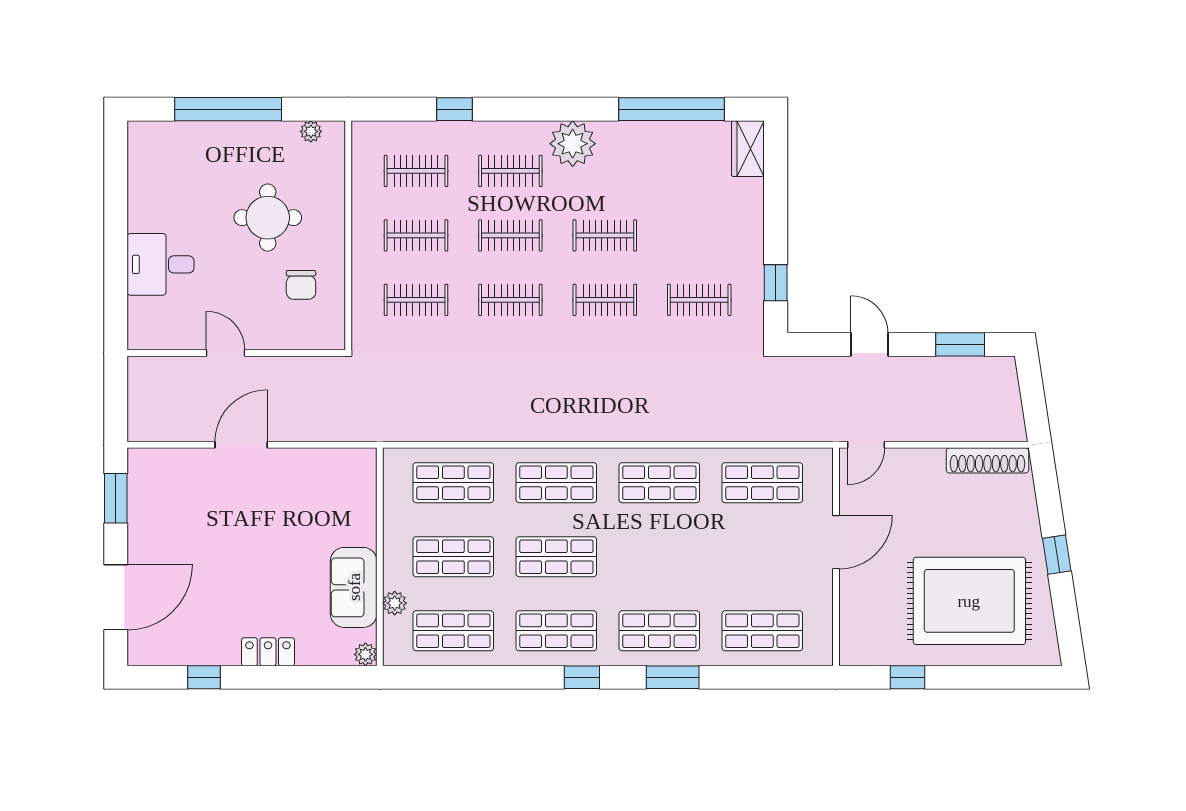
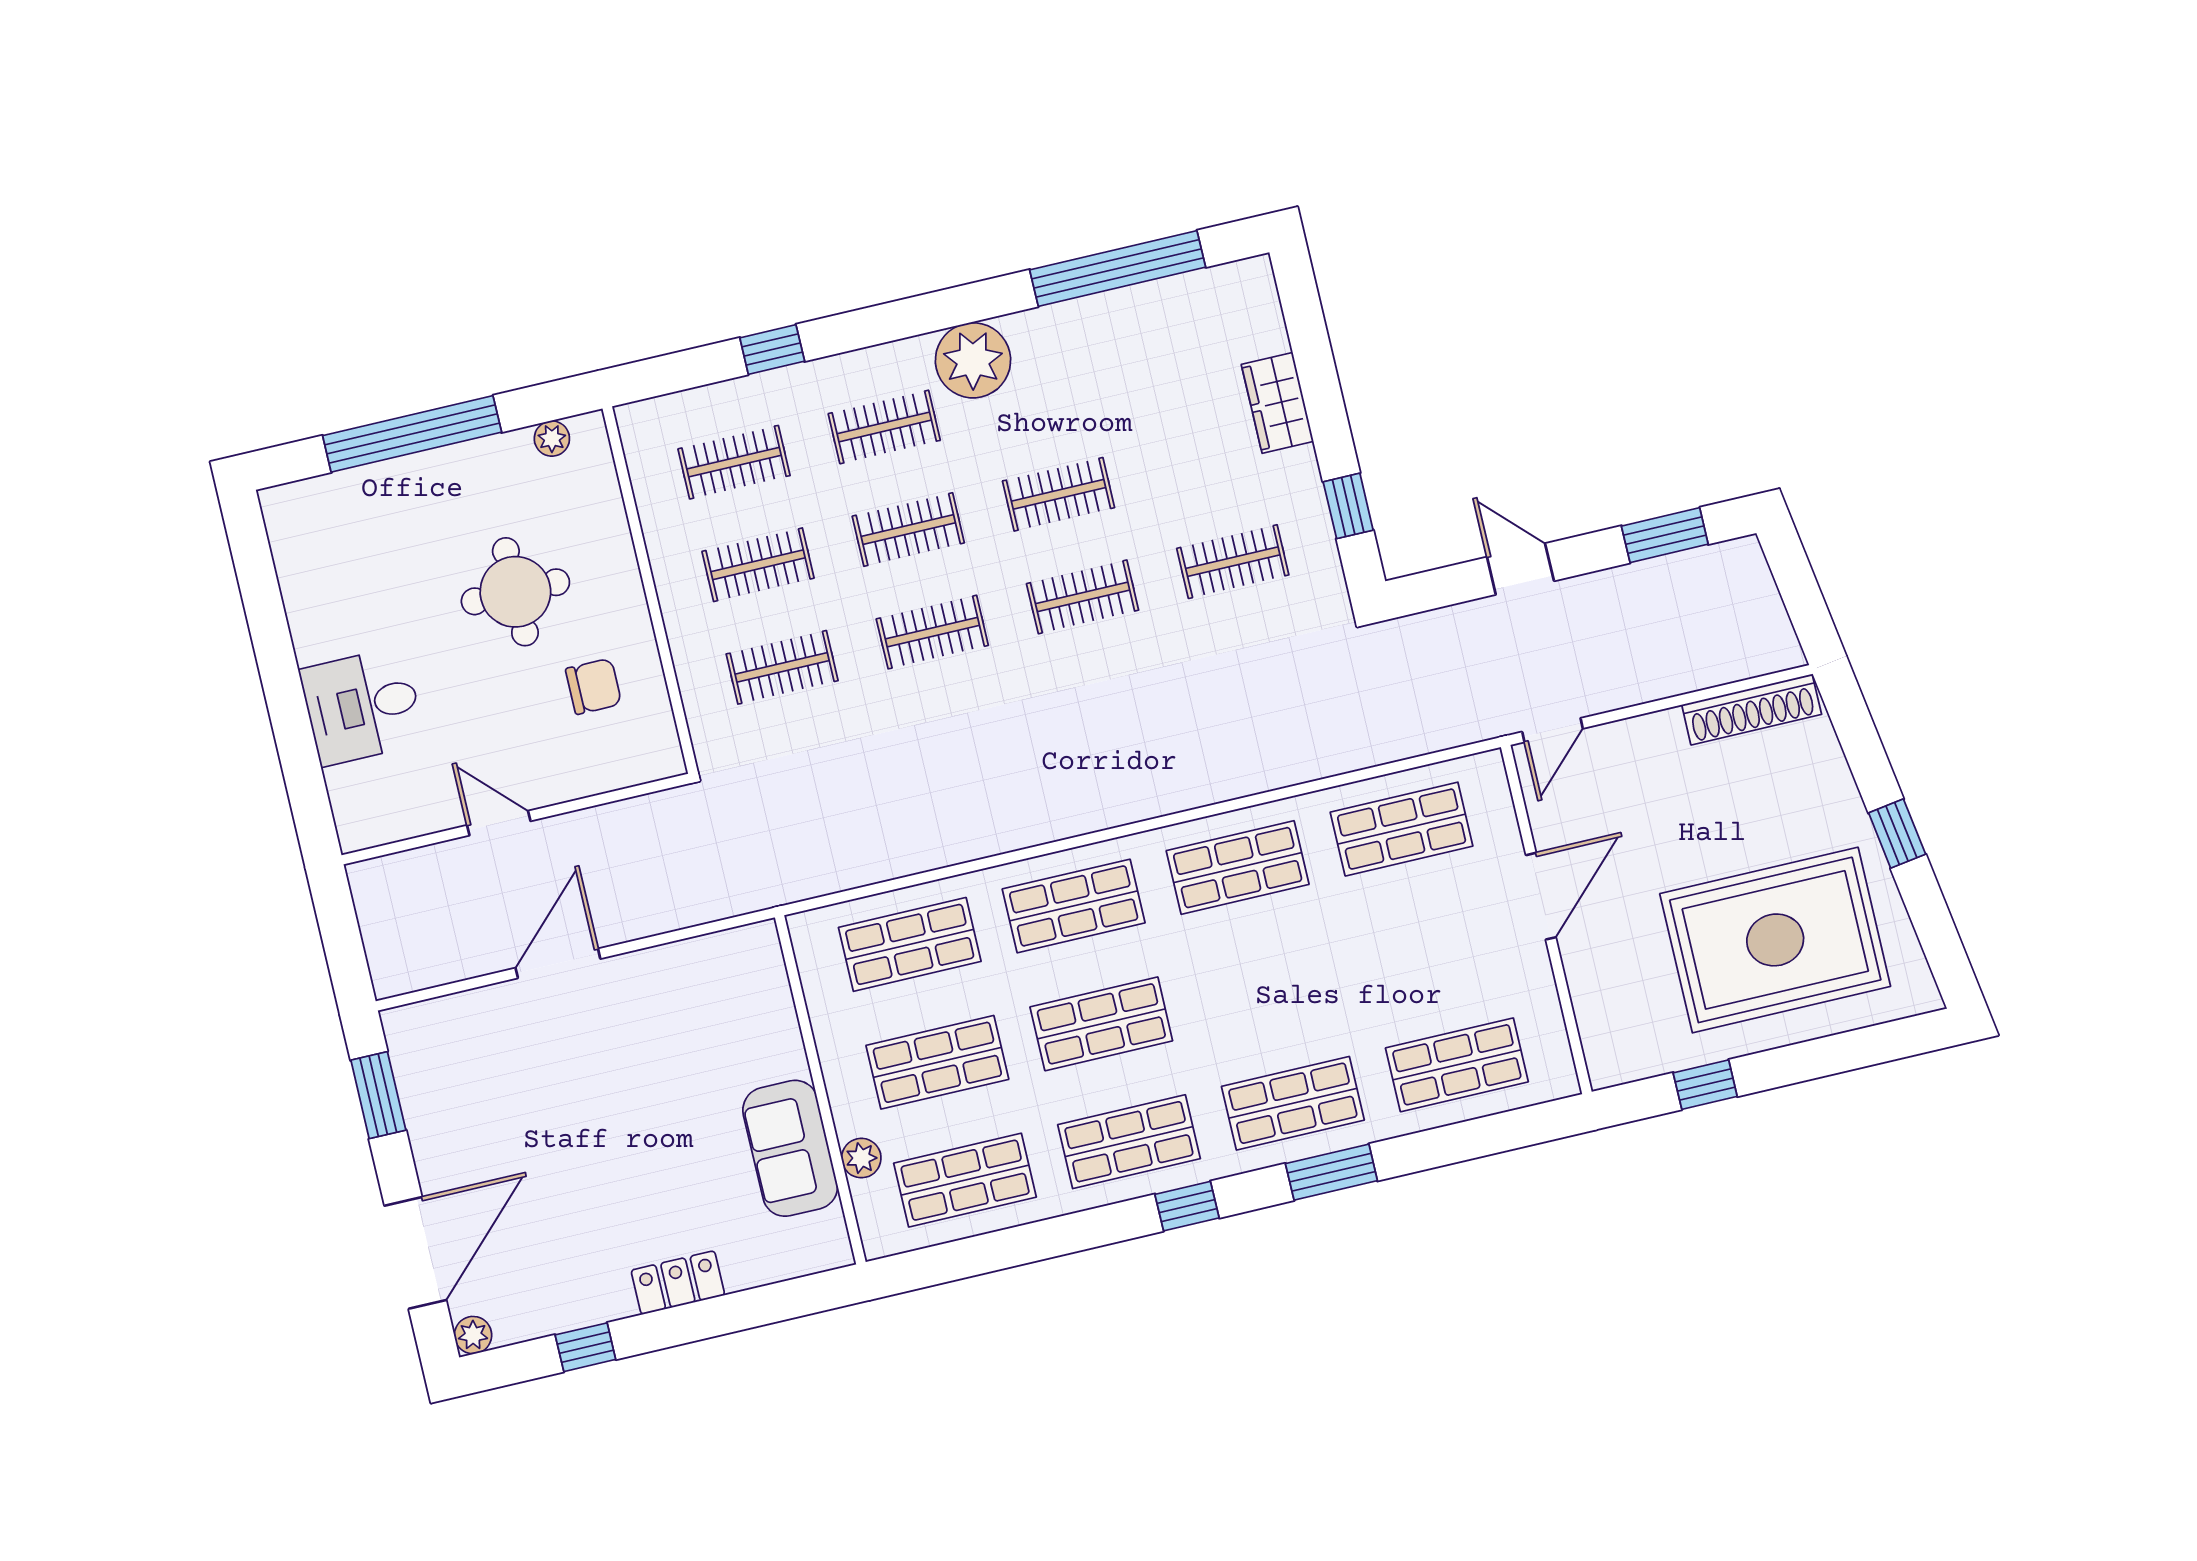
wardrobe: (748, 149) -> (1277, 403), moved
chair: (301, 285) -> (594, 686), turned -90
plant: (365, 654) -> (473, 1335), moved

